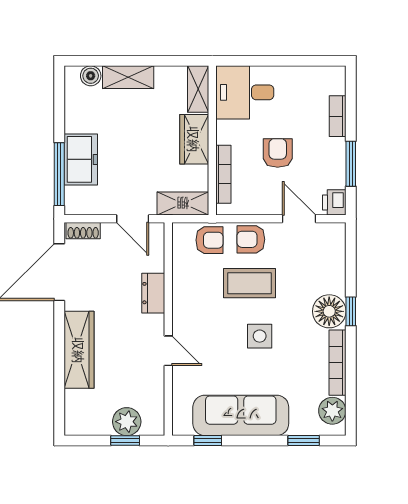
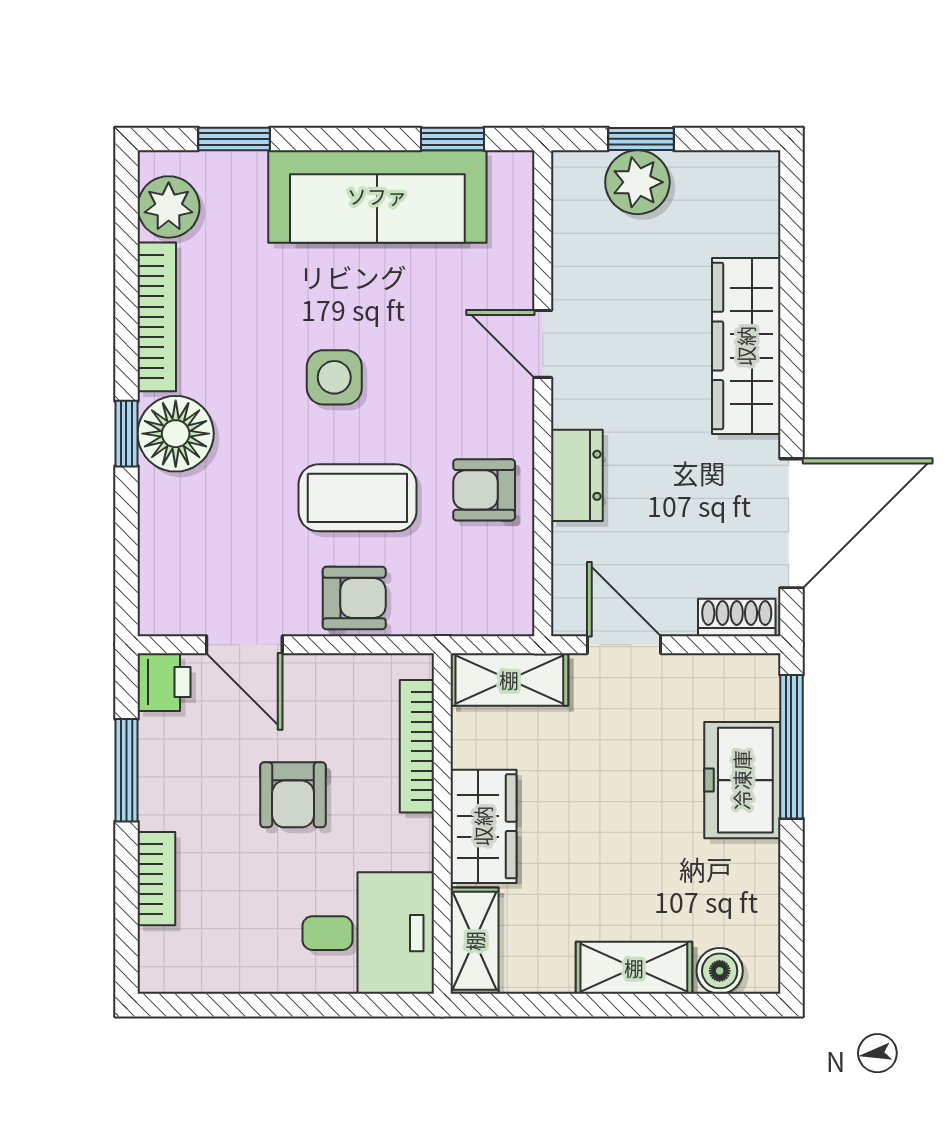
armchair: (209, 240) -> (484, 490), moved

